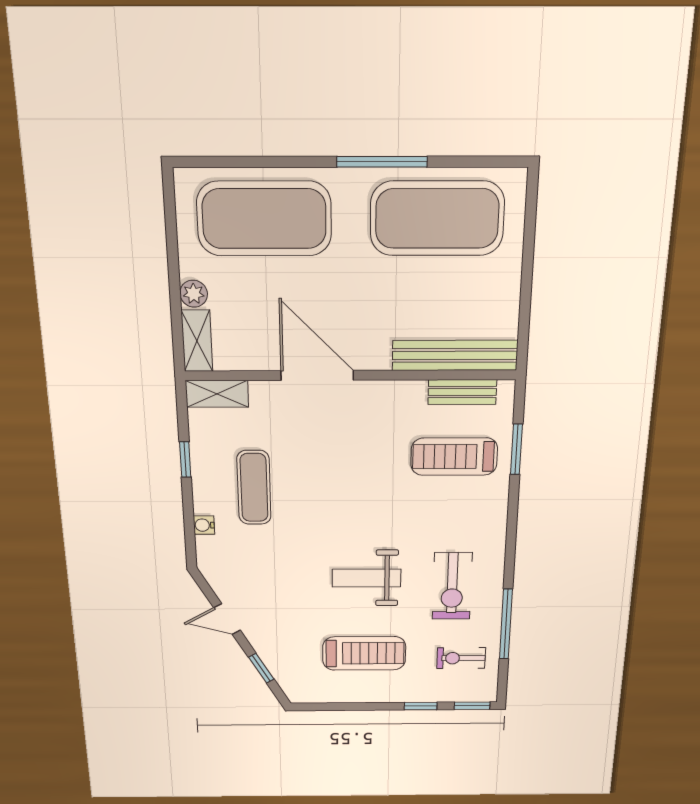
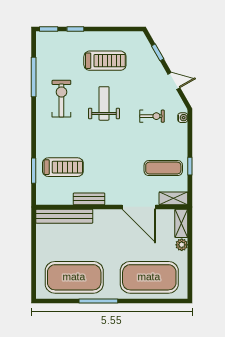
door: (317, 375) -> (139, 207), moved
bench: (462, 392) -> (89, 199), moved
exercise mat: (254, 488) -> (163, 168), moved, turned 90
water cooler: (204, 525) -> (183, 118), moved
weight bench: (367, 578) -> (104, 103), turned -90
treadmill: (364, 653) -> (105, 61), turned 180
exercise bike: (461, 658) -> (152, 116), moved

